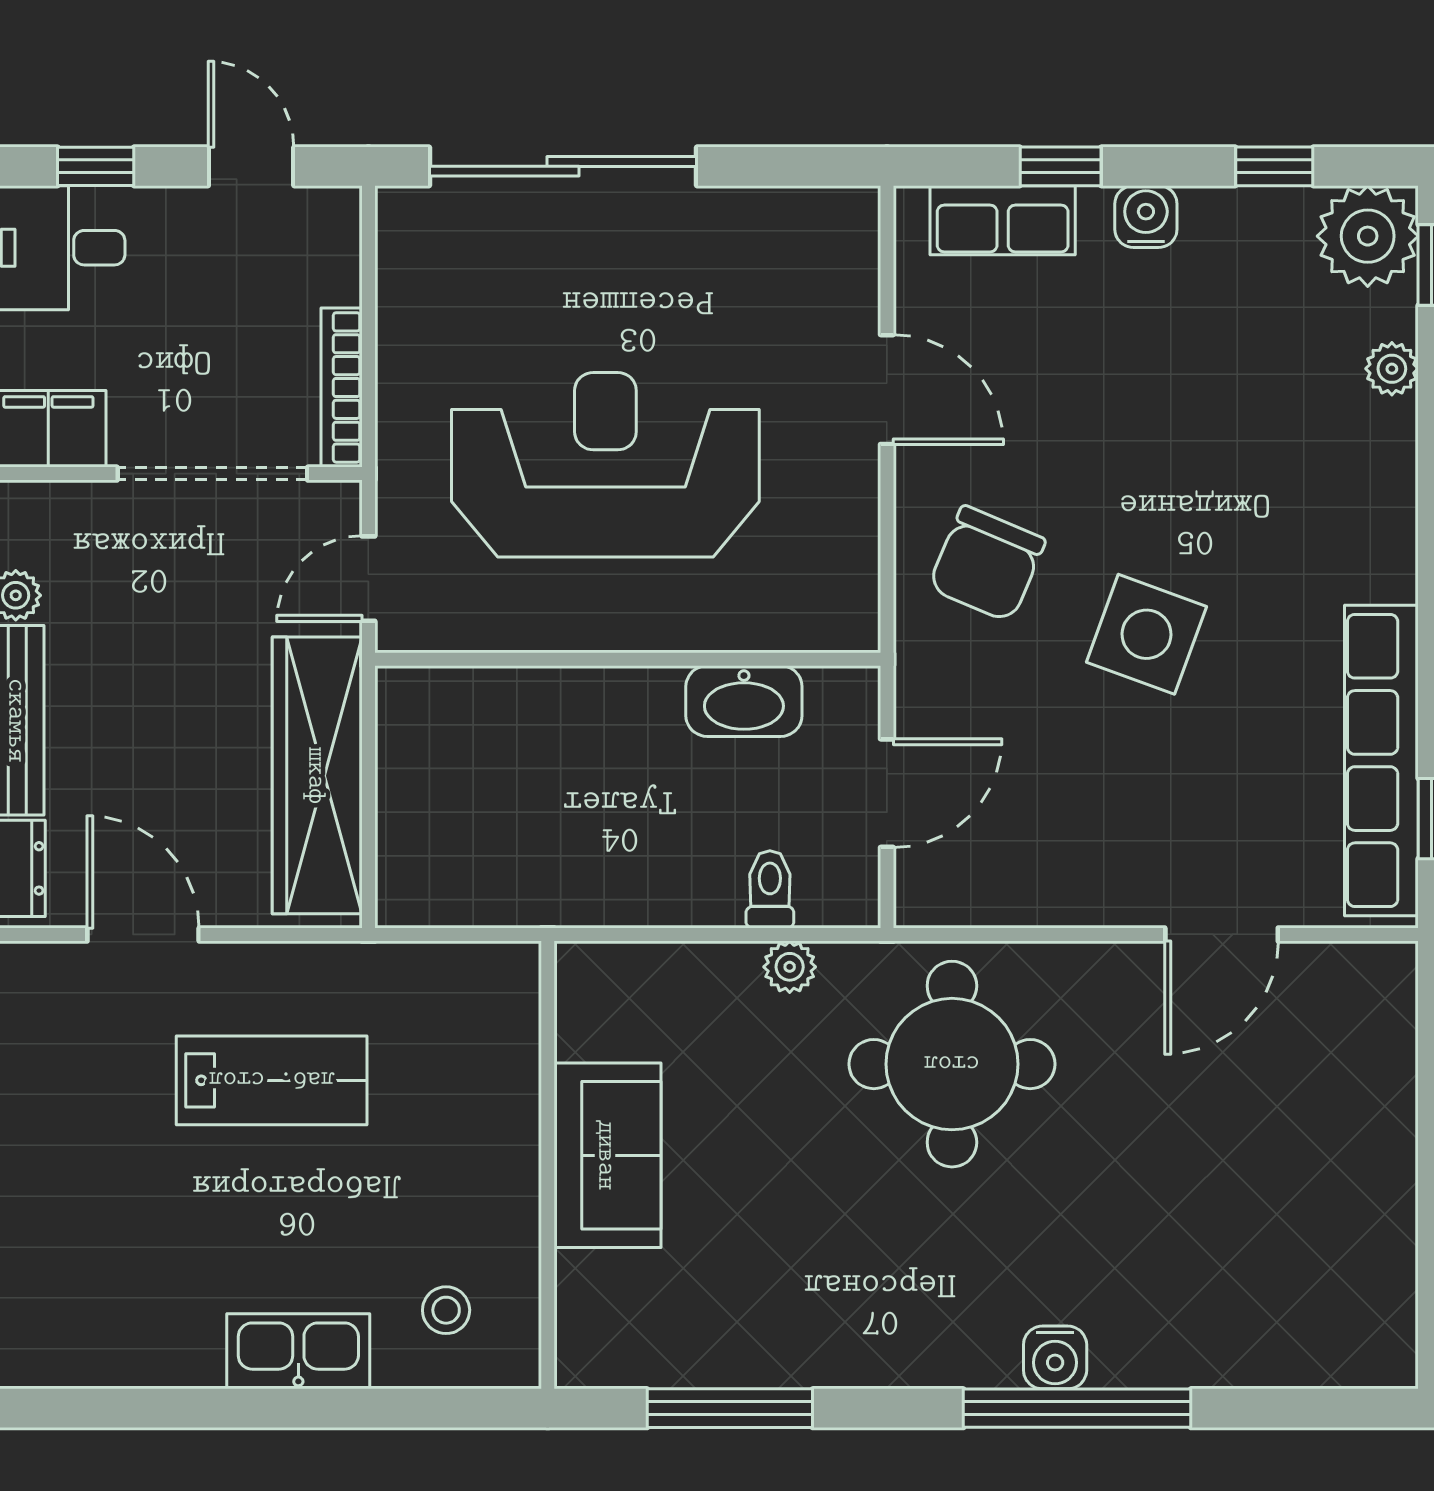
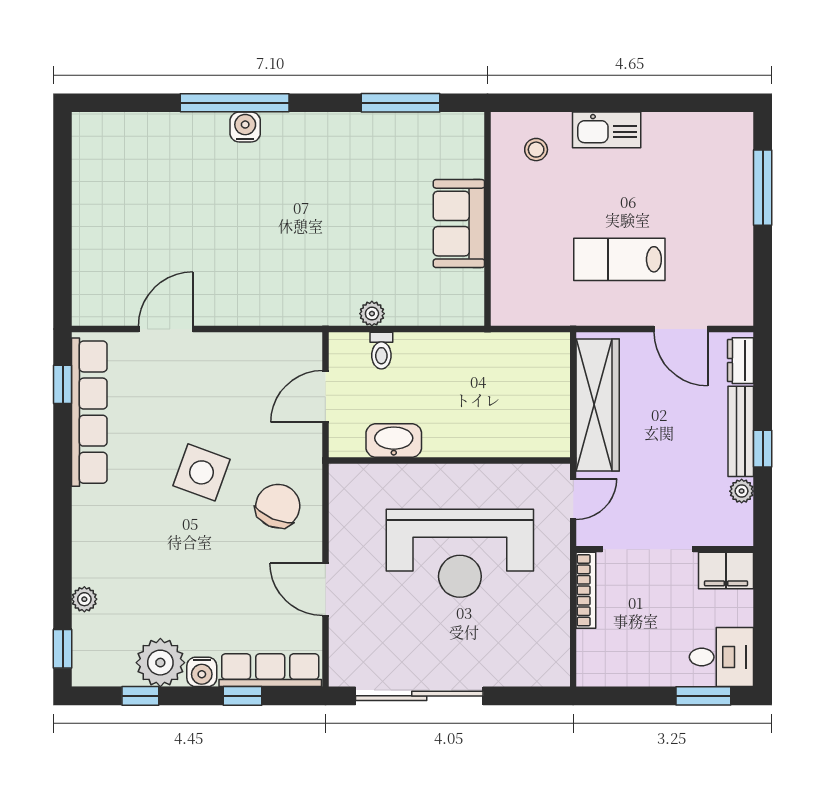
window: (96, 166) -> (703, 696), width x1.50
door: (251, 166) -> (629, 696), removed
sliding door: (563, 166) -> (419, 696), moved
row of seats: (1003, 220) -> (270, 670), width x1.48
plant: (1368, 236) -> (160, 663), moved
round table: (952, 1064) -> (294, 267), removed

